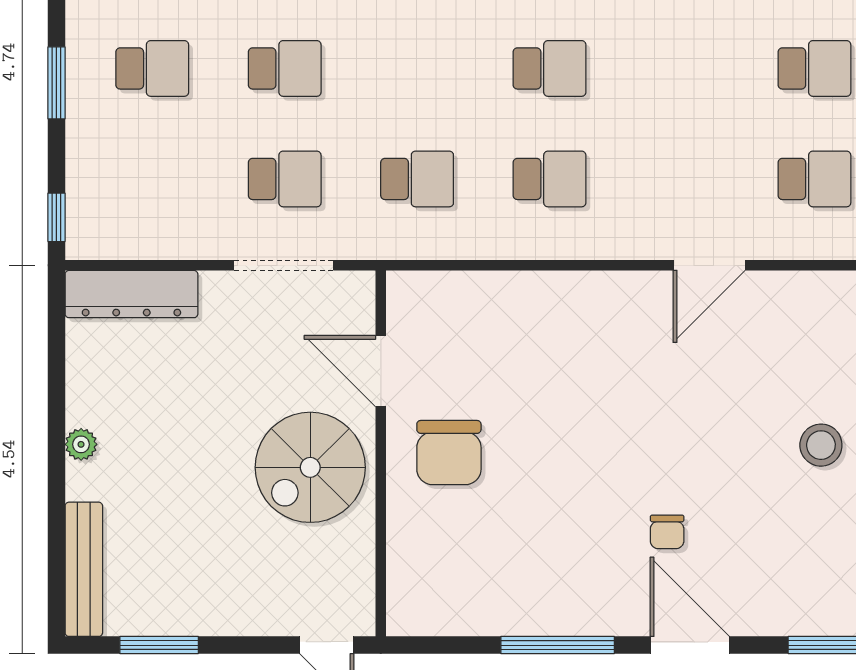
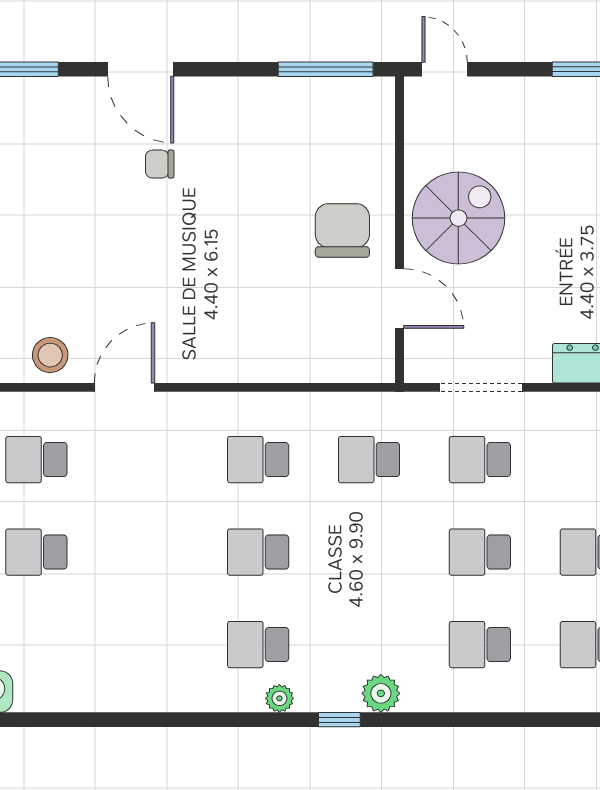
stool: (821, 445) -> (50, 355), moved
chair: (667, 532) -> (160, 164), turned -90
window: (558, 645) -> (326, 69), moved

